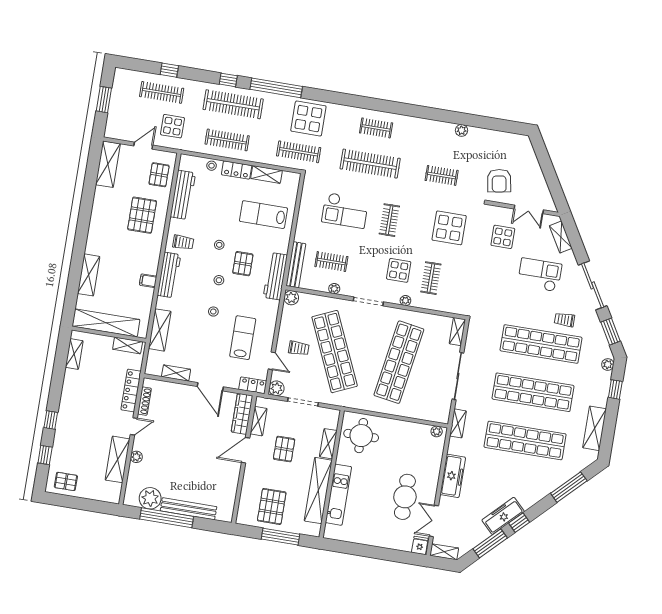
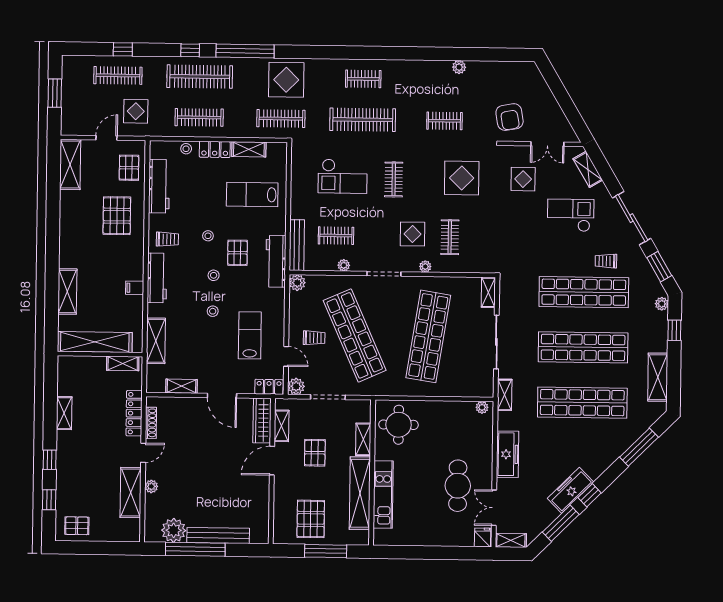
shelving: (74, 354) -> (64, 413), moved

